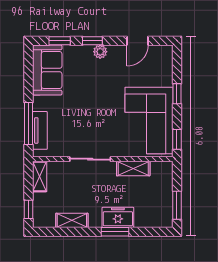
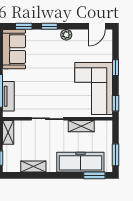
door: (138, 41) -> (97, 26), moved
plant: (100, 52) -> (66, 35), moved
freezer: (118, 217) -> (80, 162), width x1.91, depth x1.26
window: (115, 232) -> (94, 175), moved

